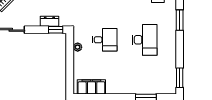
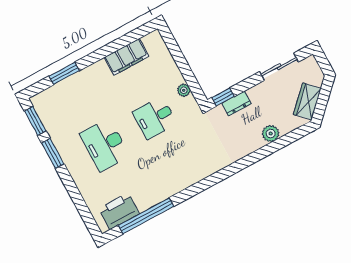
window: (180, 20) -> (53, 153), moved
filing cabinet: (91, 87) -> (126, 57), moved

